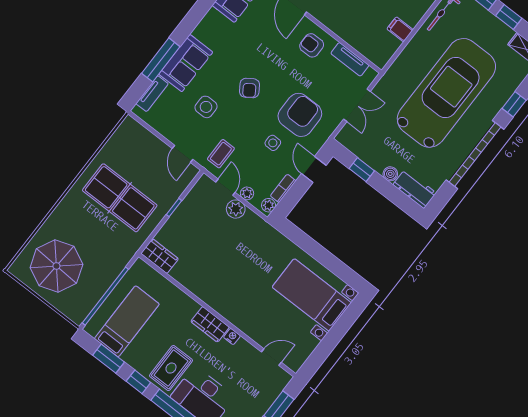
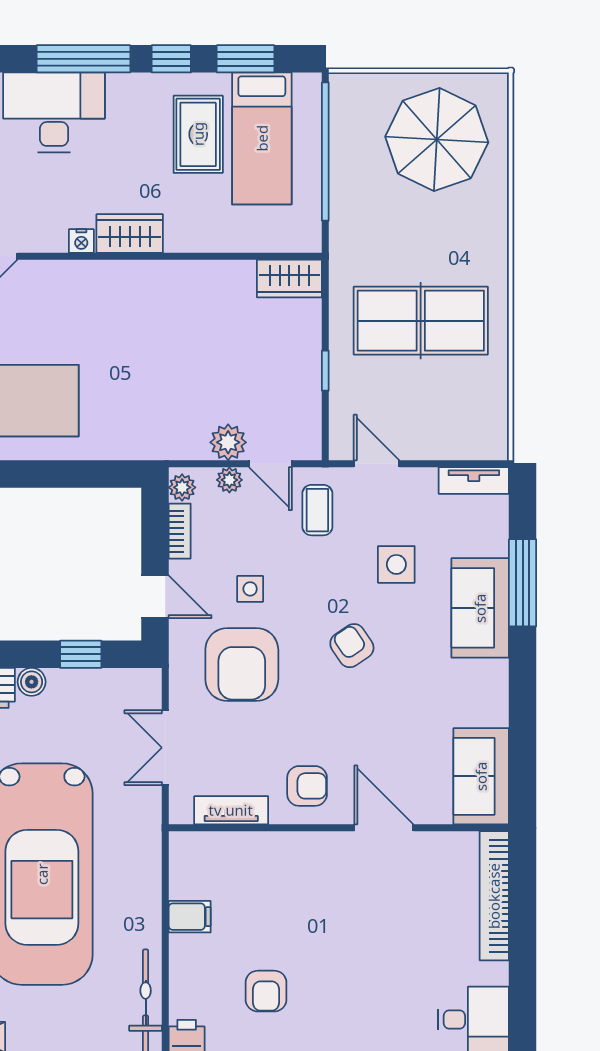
tv unit: (152, 94) -> (474, 481), moved, turned -90
rug: (171, 368) -> (198, 134), moved

